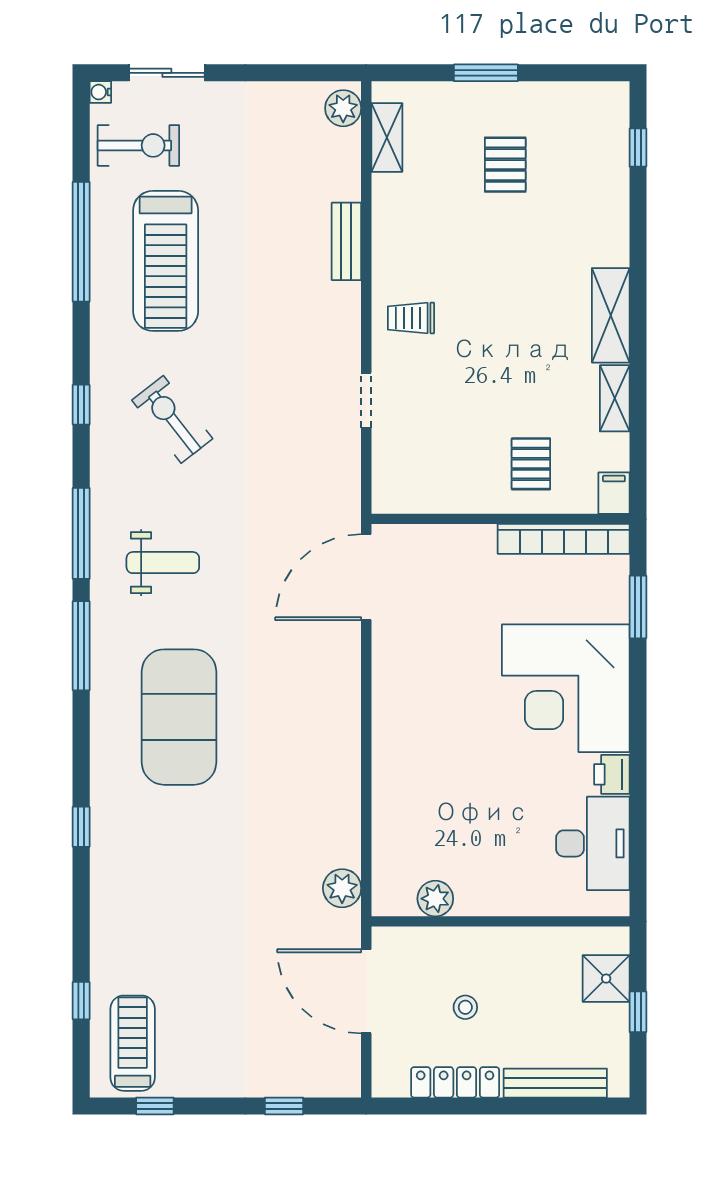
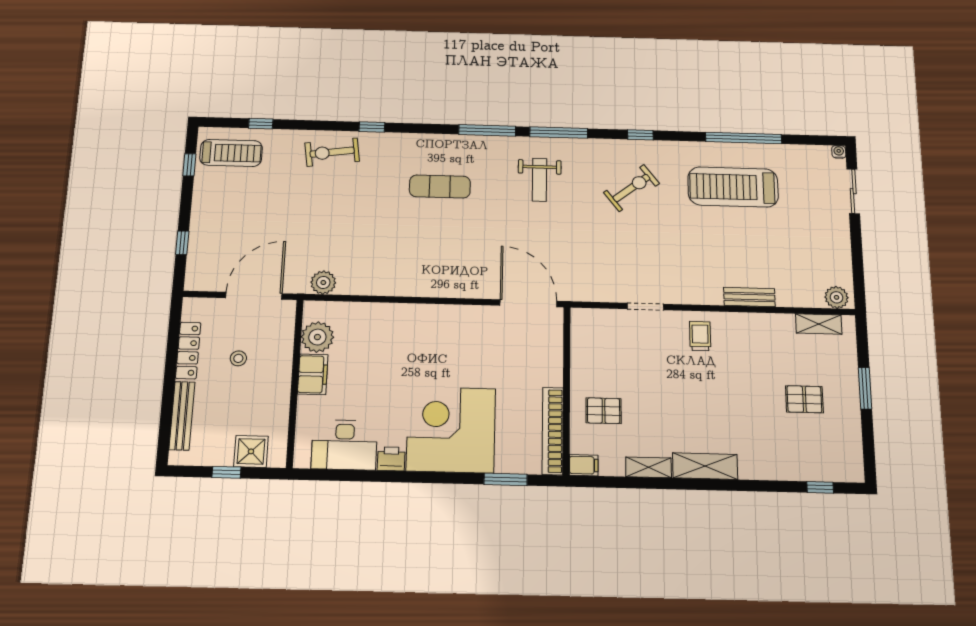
exercise bike: (138, 145) -> (332, 152), moved, turned 82
exercise mat: (179, 717) -> (440, 186), width x0.50, depth x0.69
filing cabinet: (487, 896) -> (313, 374), added
plant: (435, 899) -> (317, 337), width x1.36, depth x1.36

